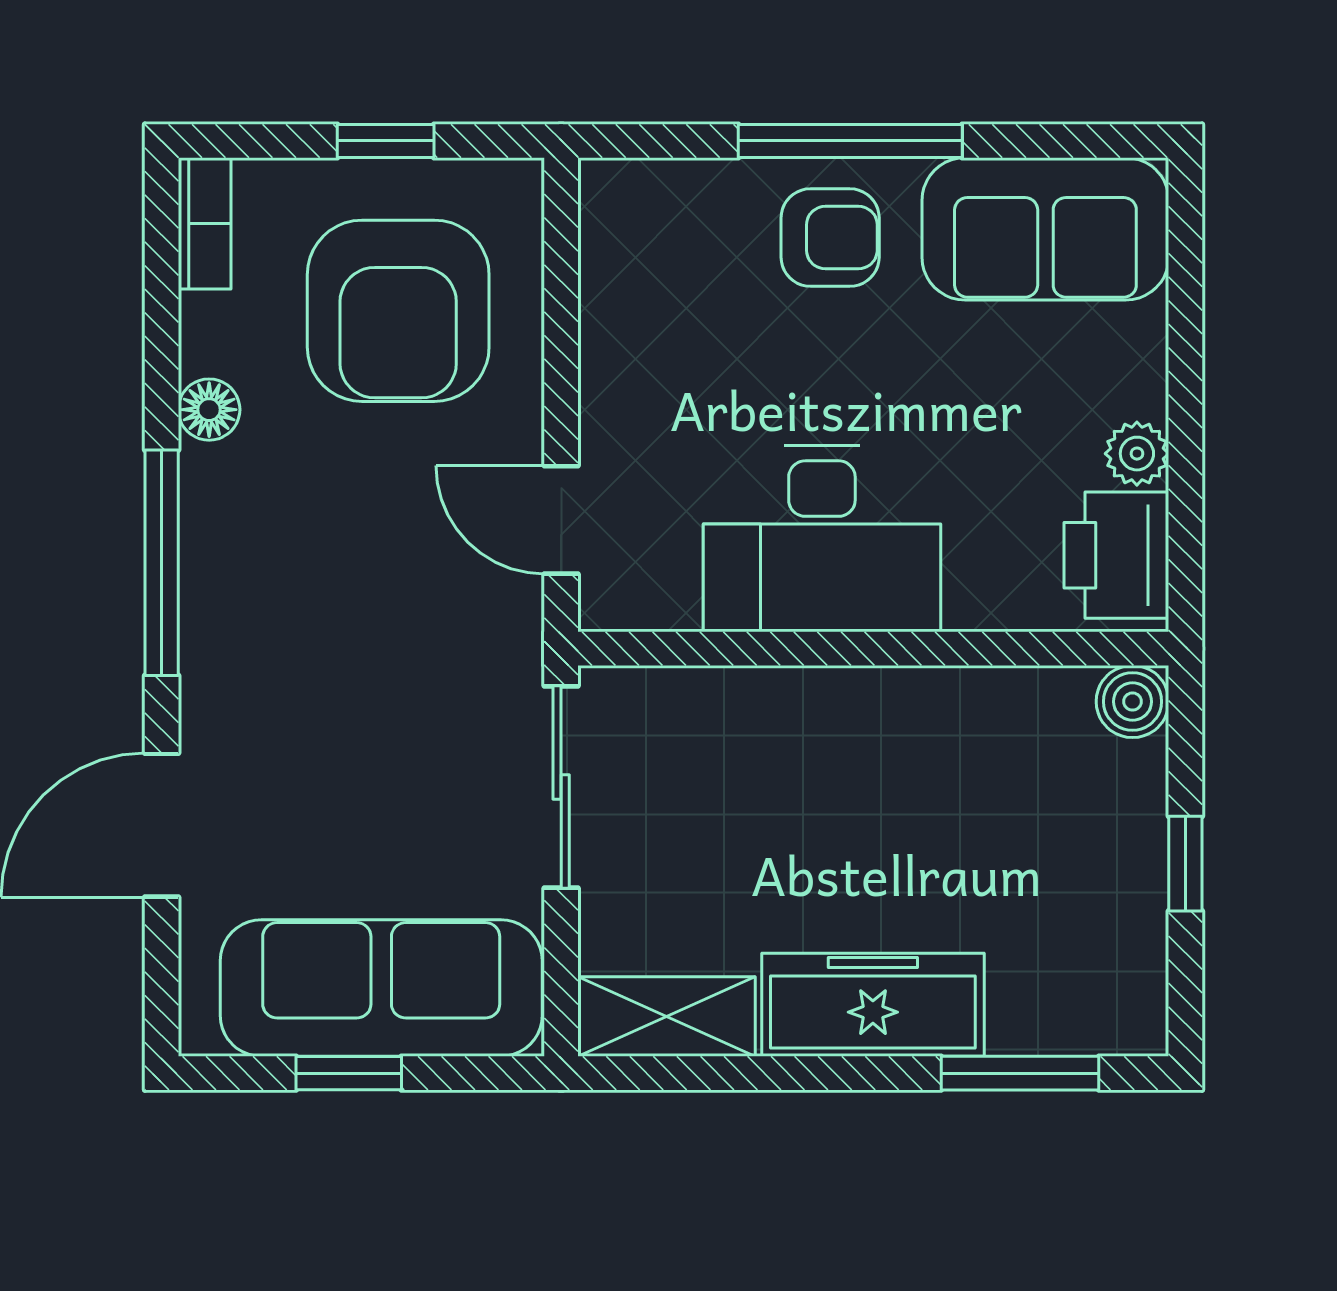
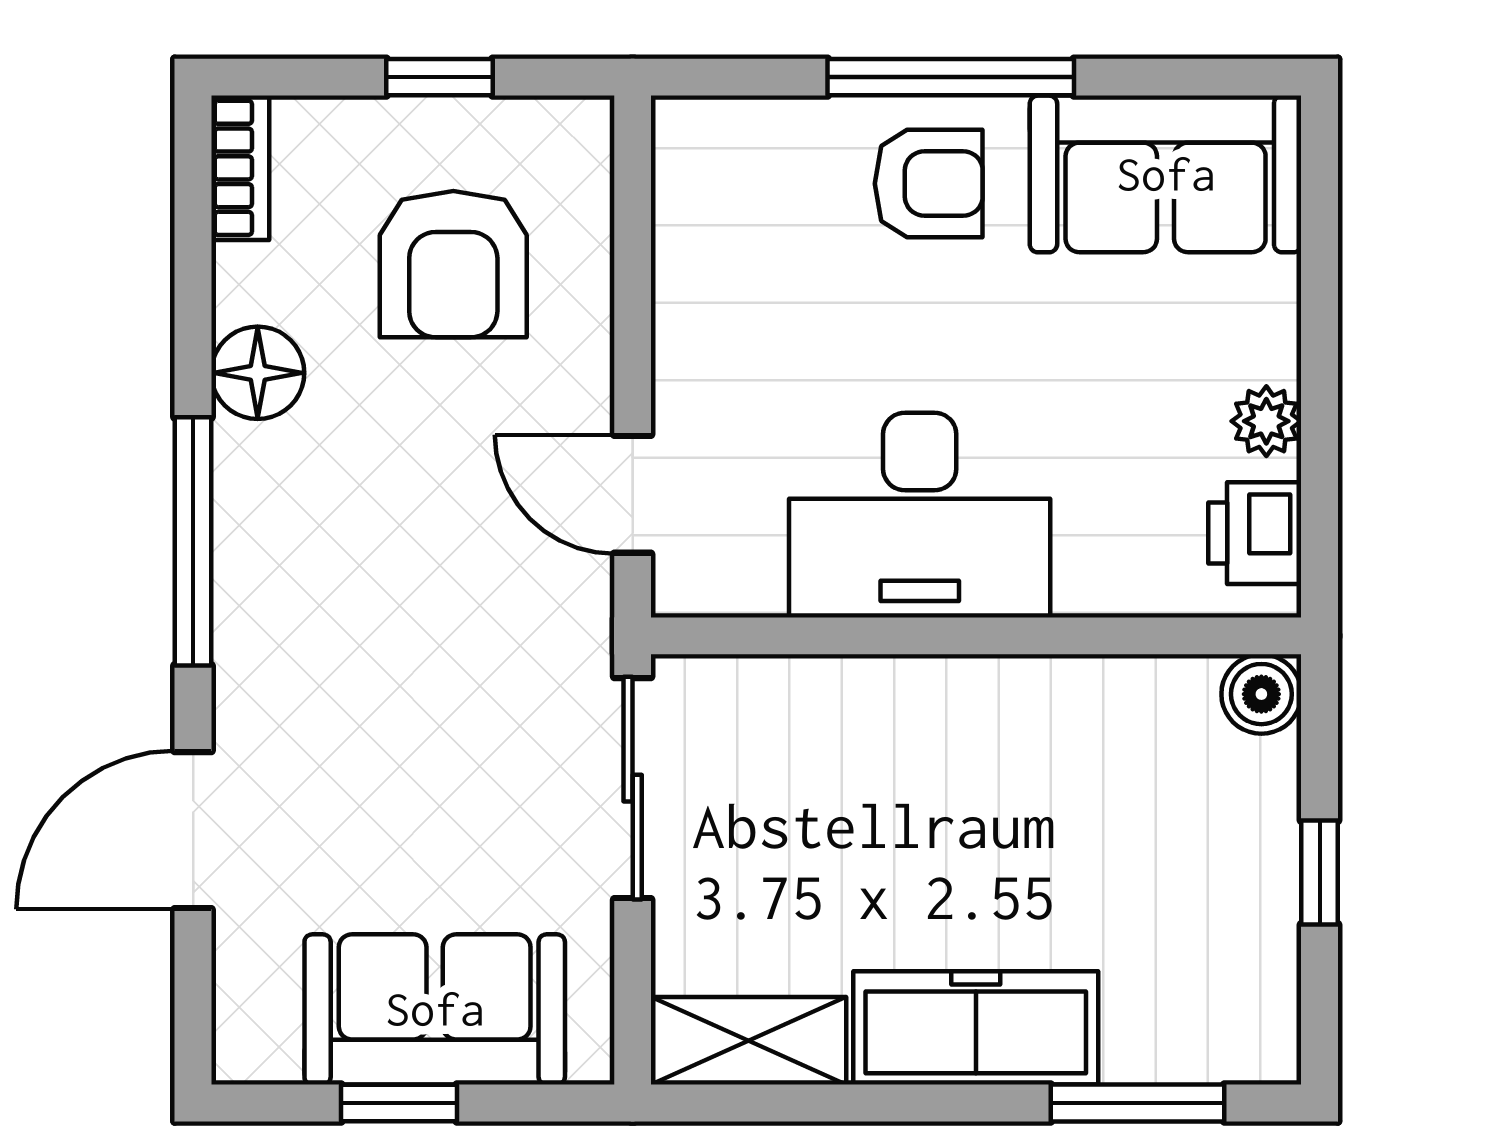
armchair: (398, 311) -> (453, 264), width x0.73, depth x0.73
floor lamp: (209, 410) -> (258, 373), width x1.37, depth x1.37
printer: (1116, 555) -> (1255, 533), width x0.73, depth x0.81
sofa: (381, 988) -> (435, 1009), width x0.73

